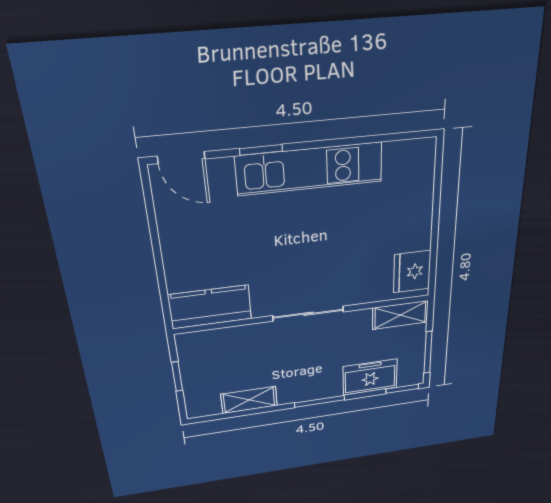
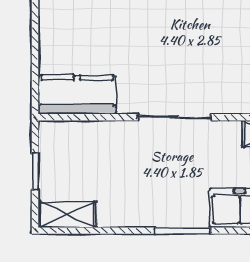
shelving: (249, 400) -> (67, 214), moved

